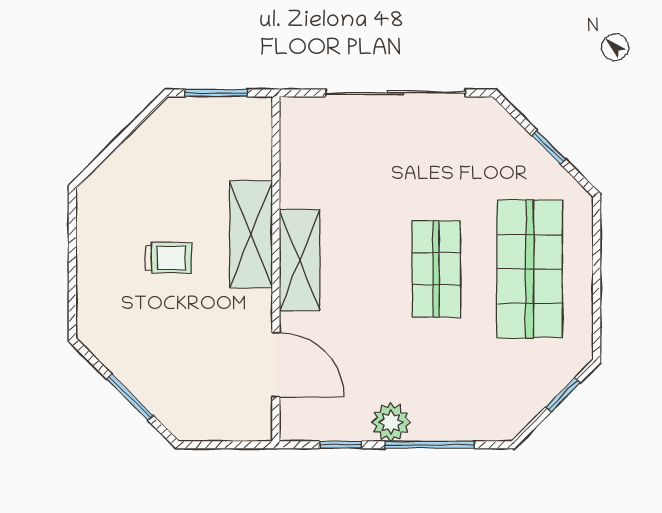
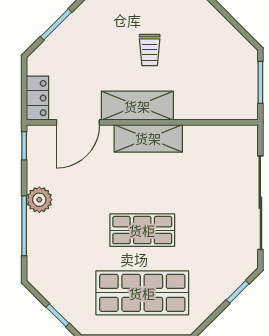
window: (549, 147) -> (238, 292), moved
shelving: (251, 234) -> (137, 106), moved
locker: (240, 425) -> (38, 98), added
window: (340, 445) -> (24, 146), moved

